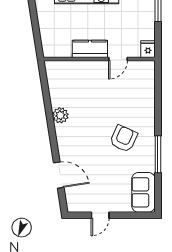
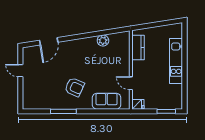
kitchen counter: (90, 49) -> (138, 48), moved
plant: (60, 115) -> (103, 41), moved
sofa: (143, 192) -> (107, 101), moved

